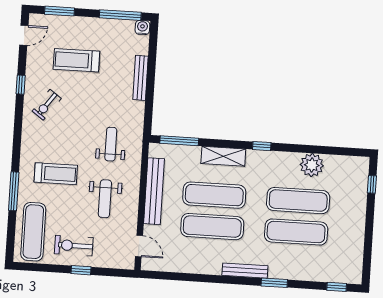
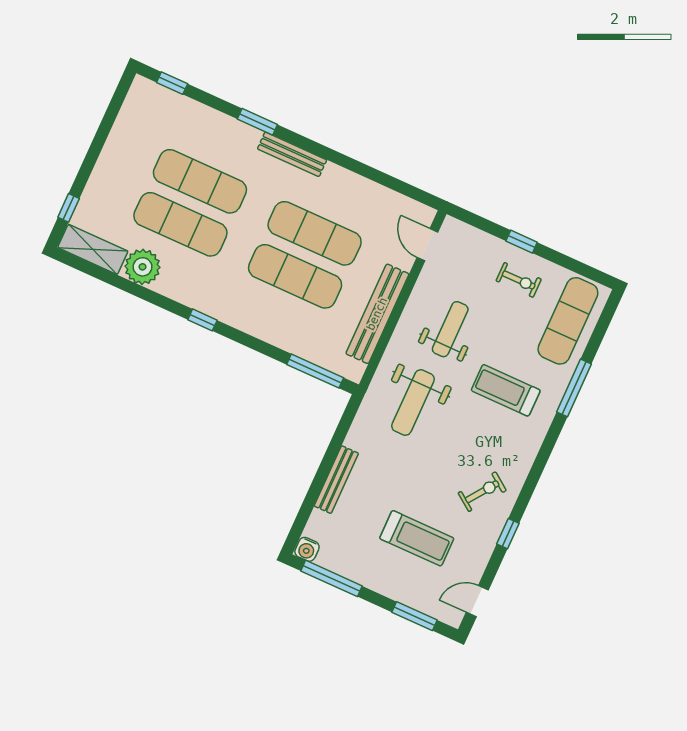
weight bench: (111, 144) -> (413, 403), width x1.36, depth x1.33
shelving: (223, 156) -> (93, 249), moved
exercise bike: (74, 246) -> (519, 280), width x0.73, depth x0.72

